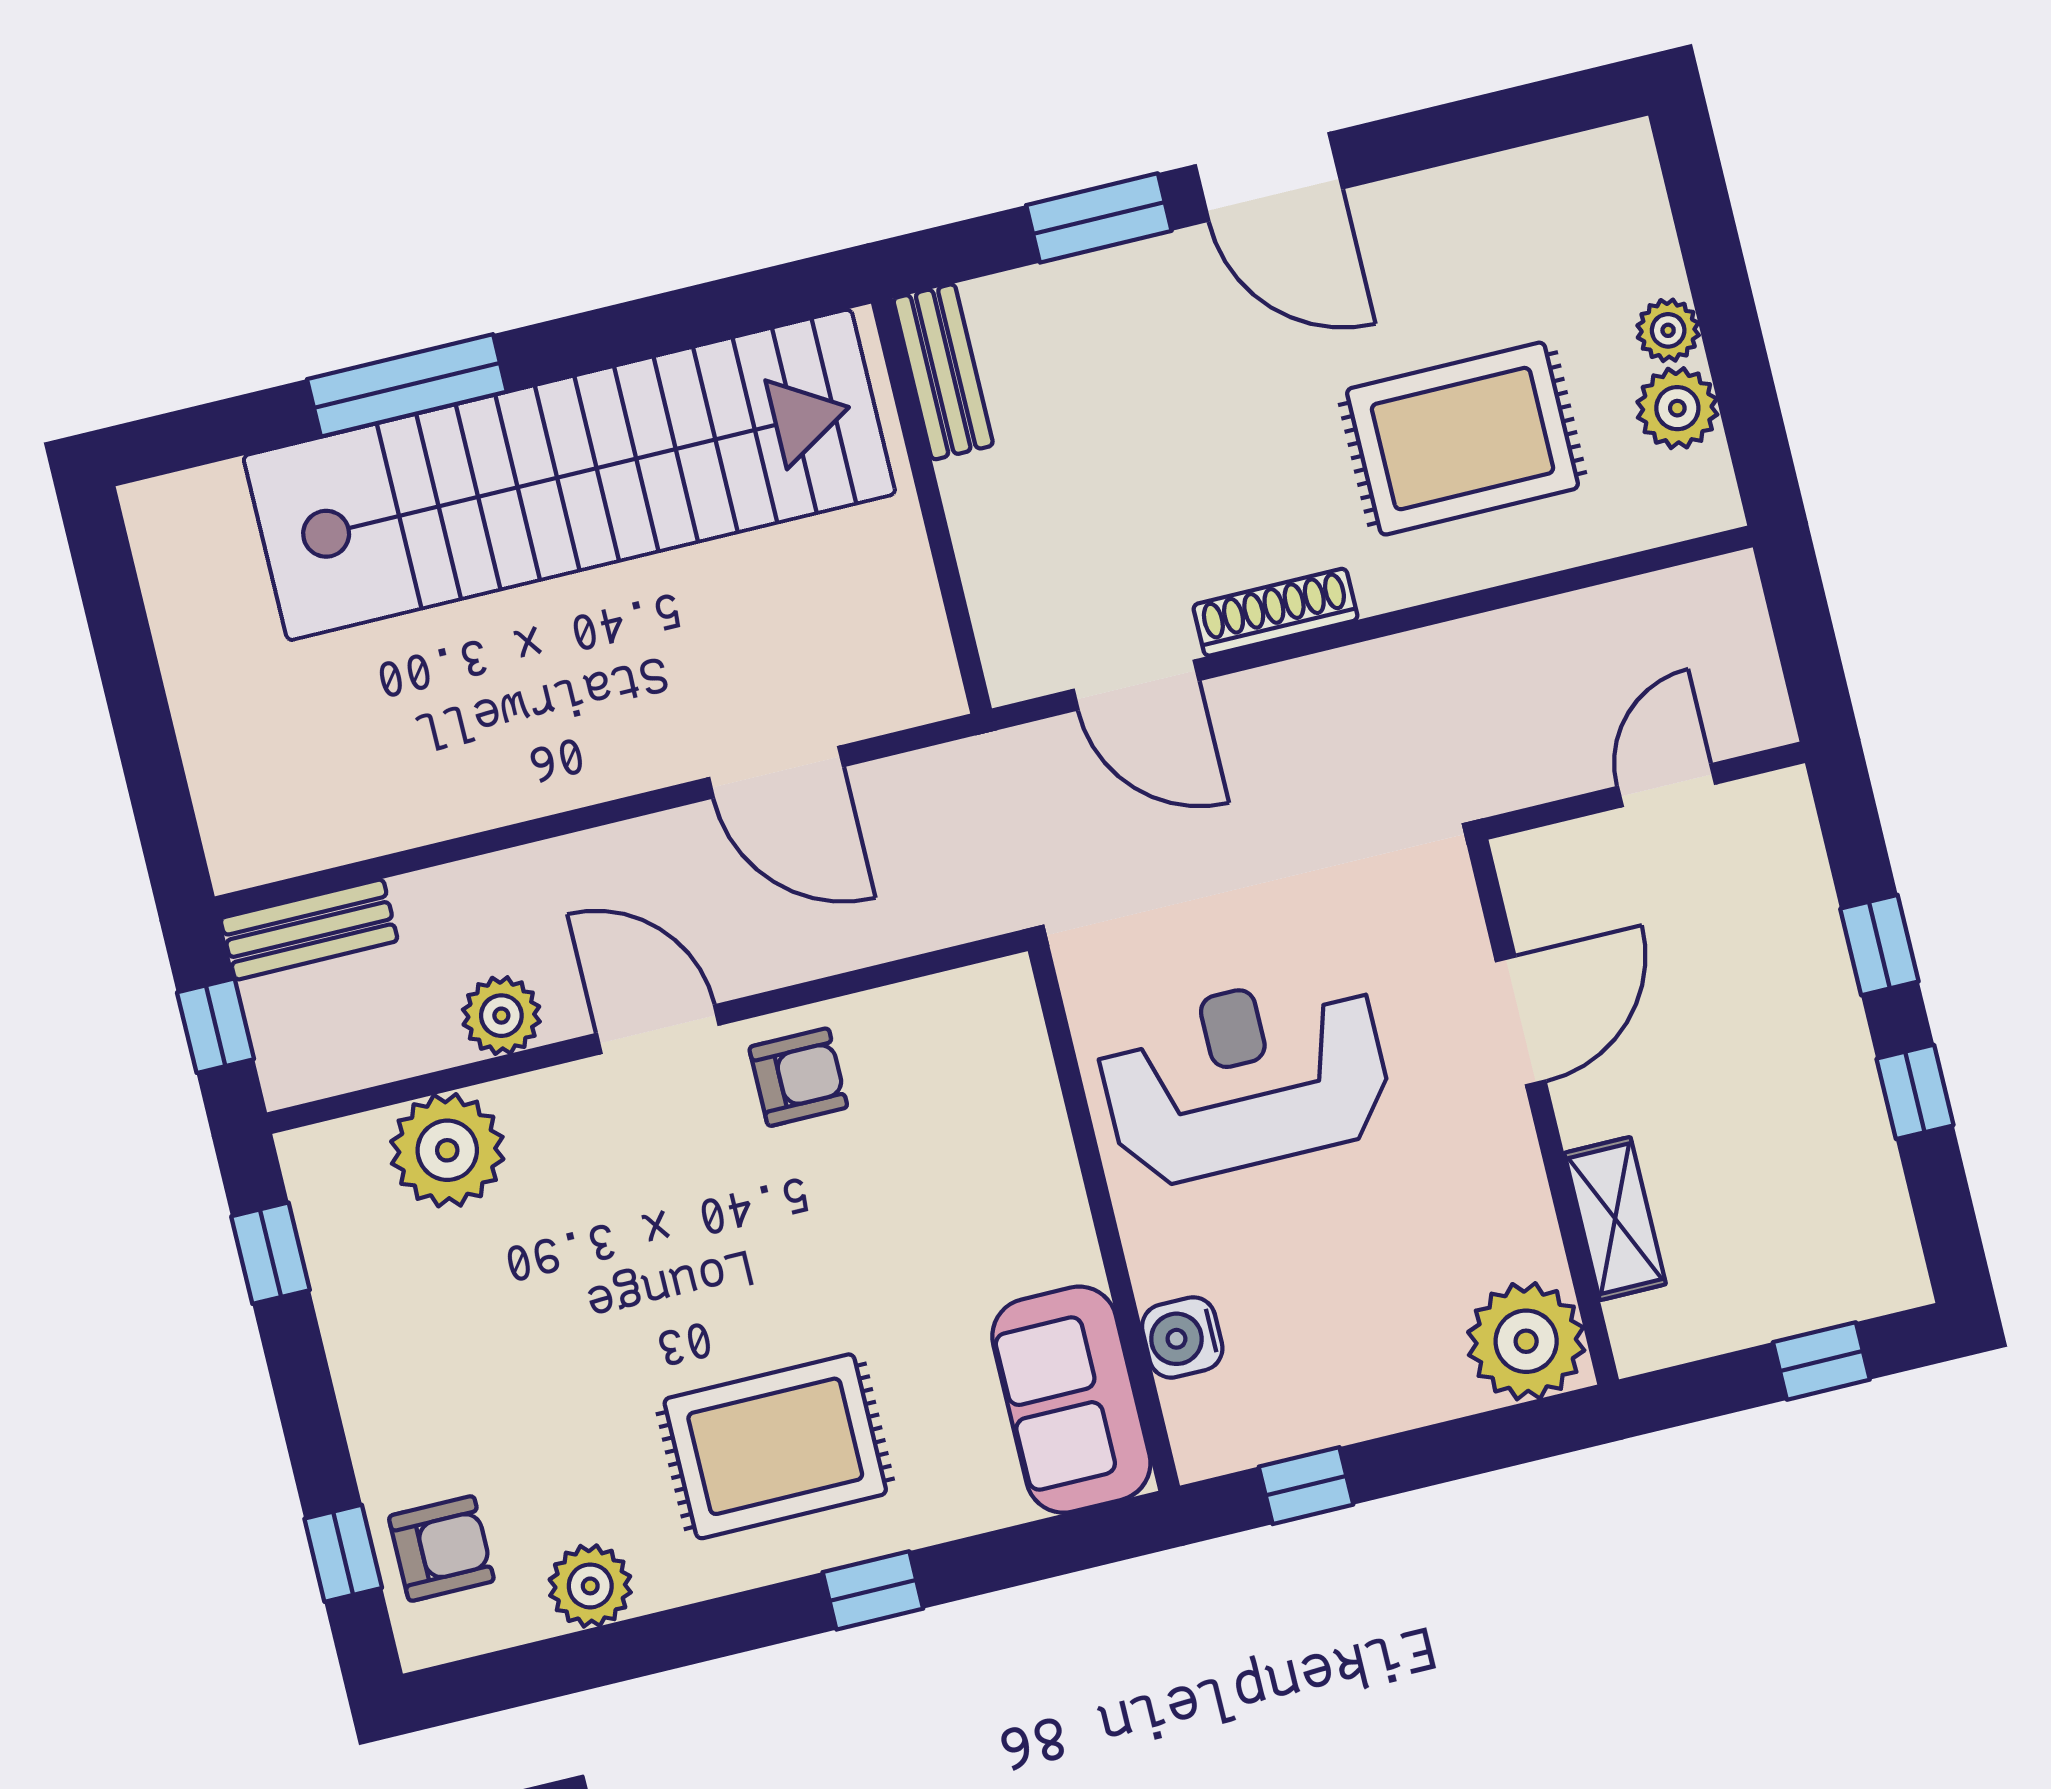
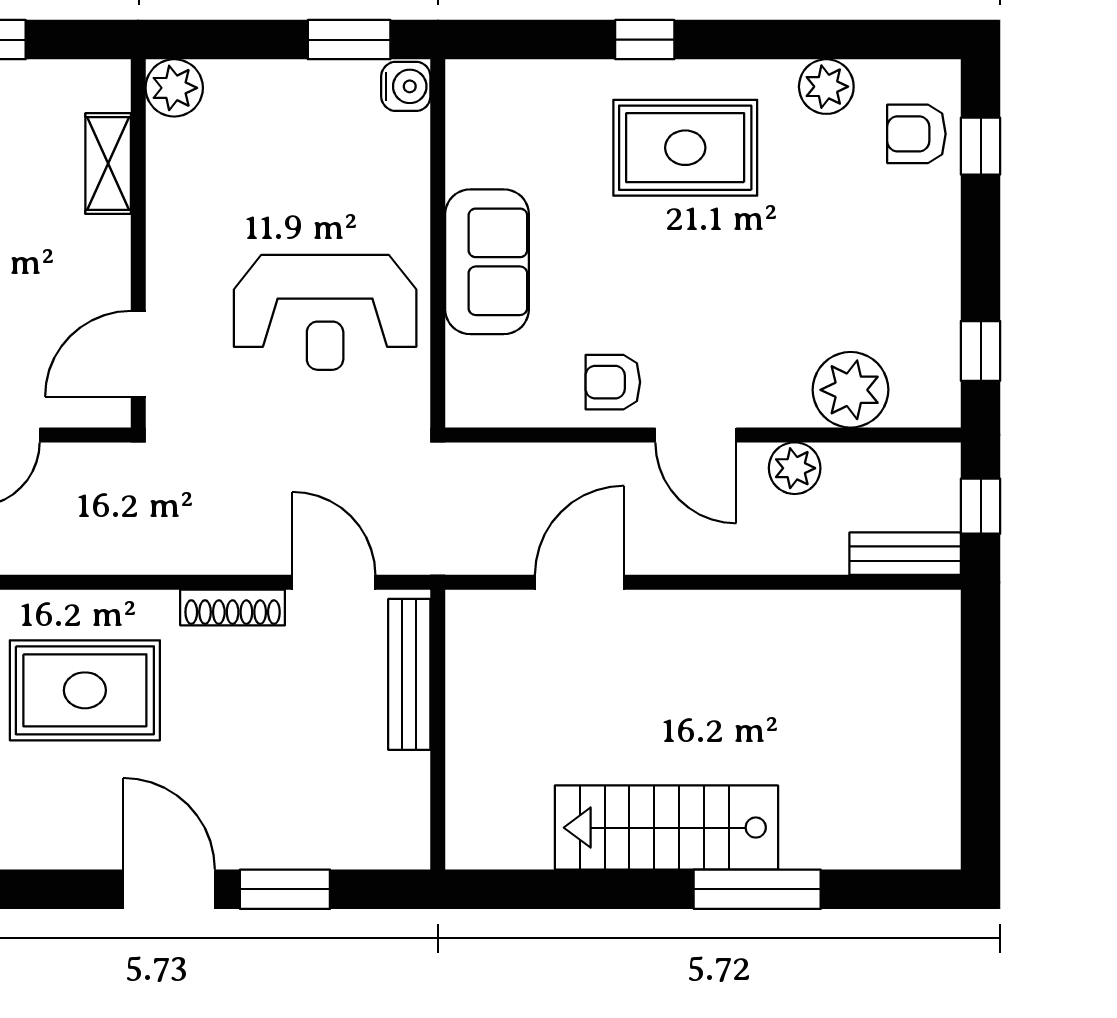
bench: (943, 372) -> (409, 674), moved, width x1.36
stairs: (569, 475) -> (666, 828), width x0.54, depth x0.66
door: (776, 772) -> (580, 582), hinge flipped
door: (1521, 1021) -> (138, 354), moved
water cooler: (1182, 1337) -> (406, 86), moved
plant: (1526, 1341) -> (174, 88), width x0.73, depth x0.73
sofa: (1071, 1400) -> (487, 262), moved
window: (1306, 1486) -> (349, 40), width x1.50

